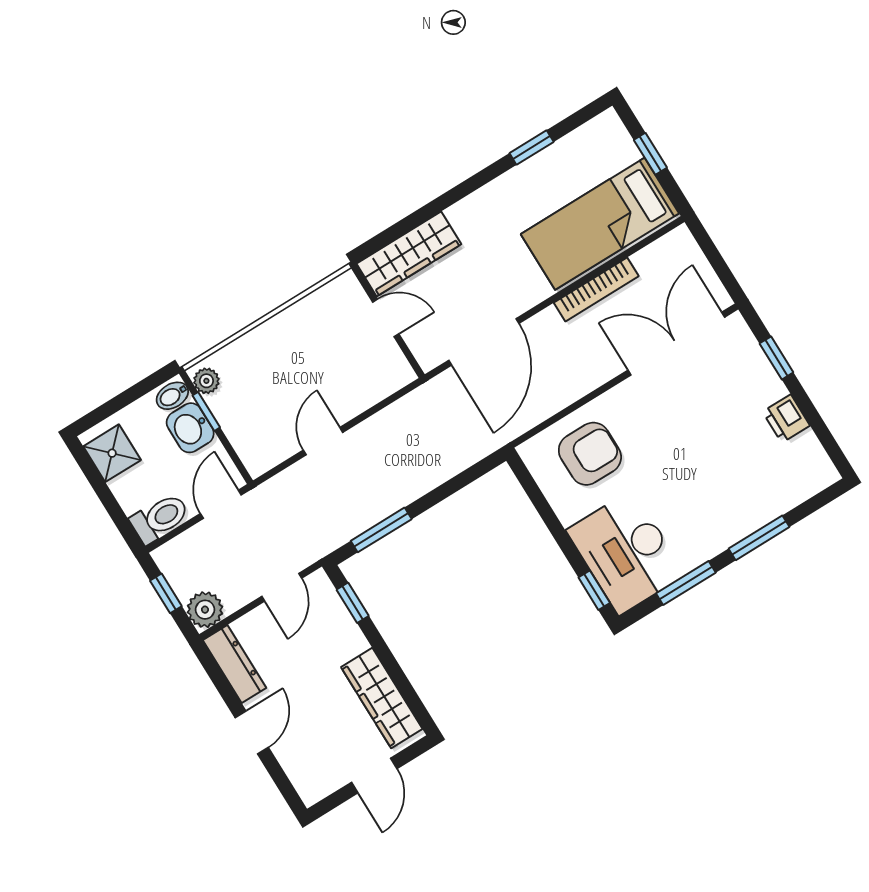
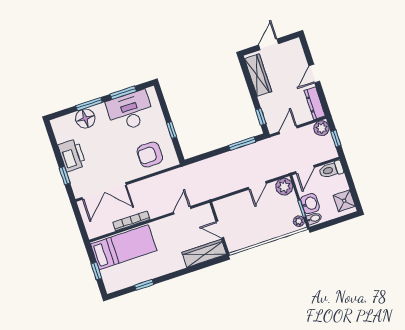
door: (484, 342) -> (182, 210), width x0.53
printer: (786, 419) -> (72, 155), width x1.87, depth x1.48
plant: (259, 453) -> (284, 187), added
floor lamp: (760, 502) -> (85, 118), added
desk: (626, 552) -> (130, 111), moved, turned -90
window: (594, 590) -> (172, 130), moved

